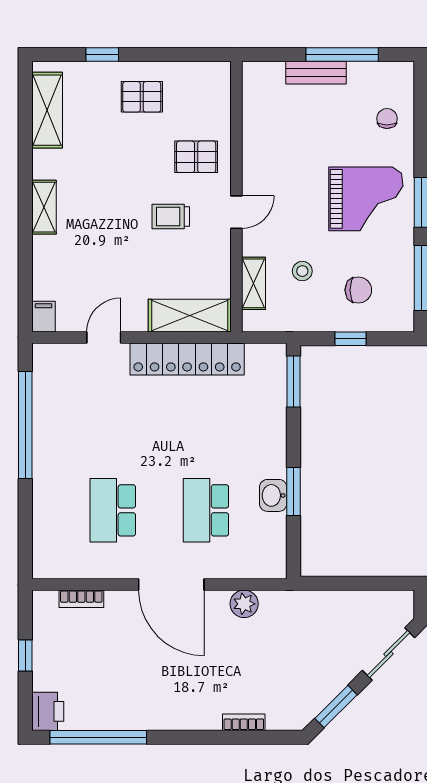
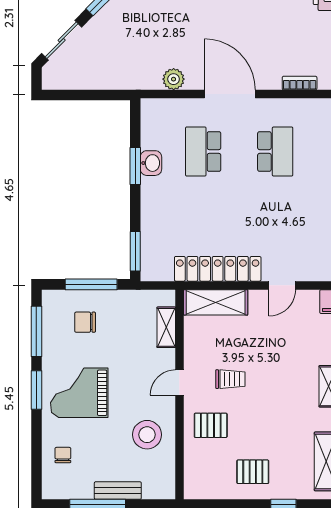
chair: (387, 118) -> (63, 455), turned 180
stool: (302, 271) -> (147, 435), moved, width x1.89, depth x1.89
window: (351, 339) -> (91, 284), width x2.17
school desk: (206, 510) -> (203, 151), turned 180

